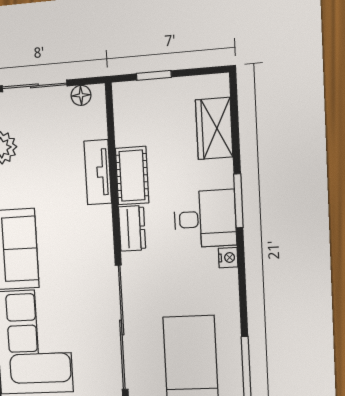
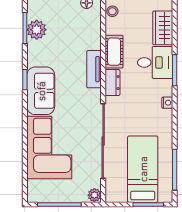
stool: (125, 106) -> (112, 11), added
tv unit: (98, 172) -> (94, 69), moved
desk: (205, 219) -> (155, 62), moved

